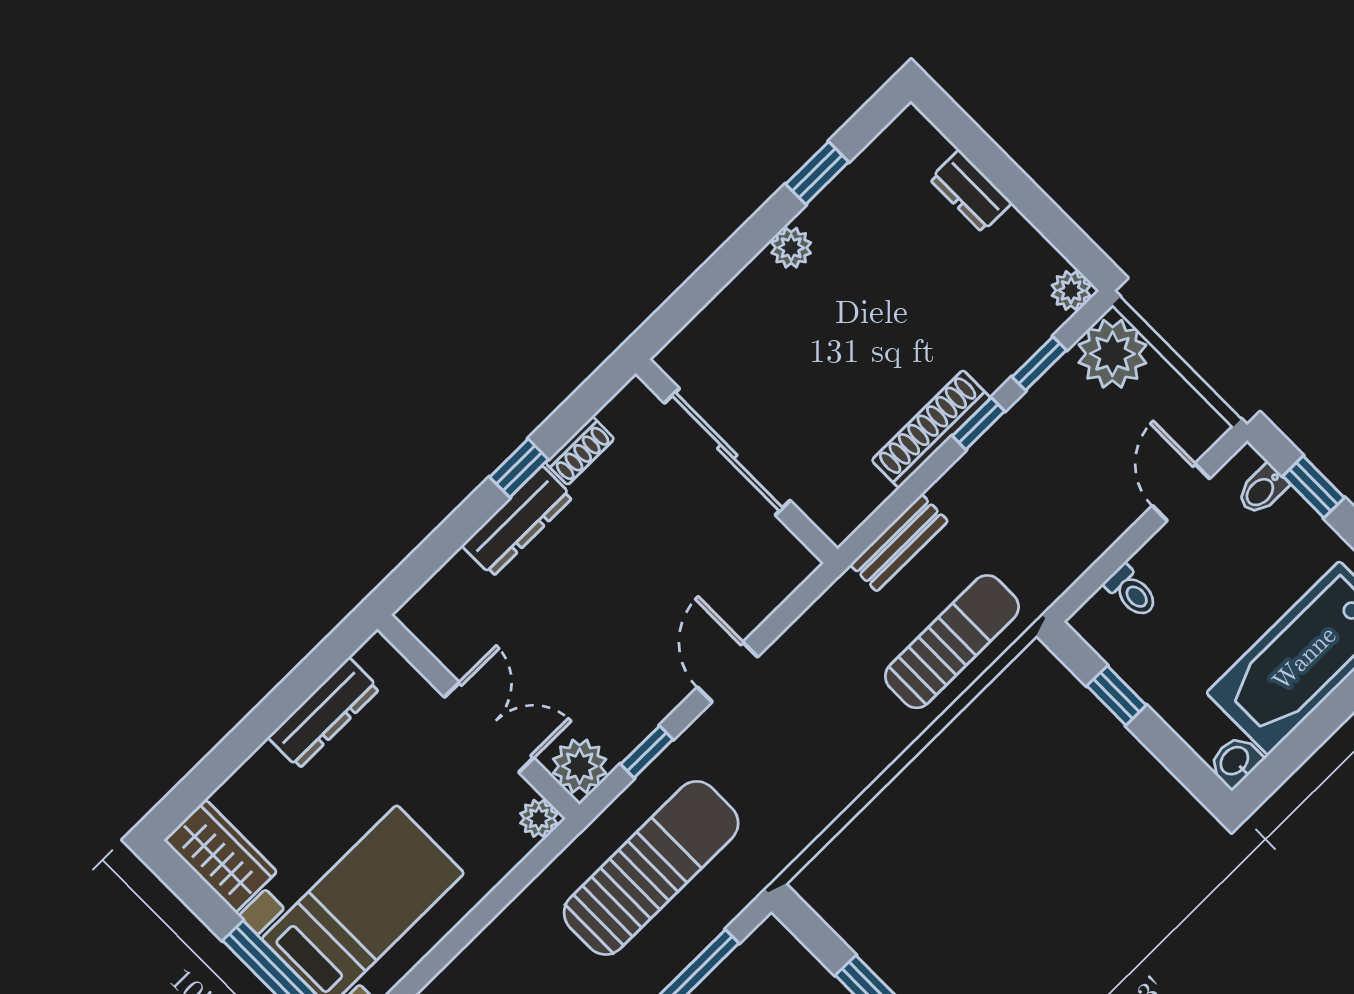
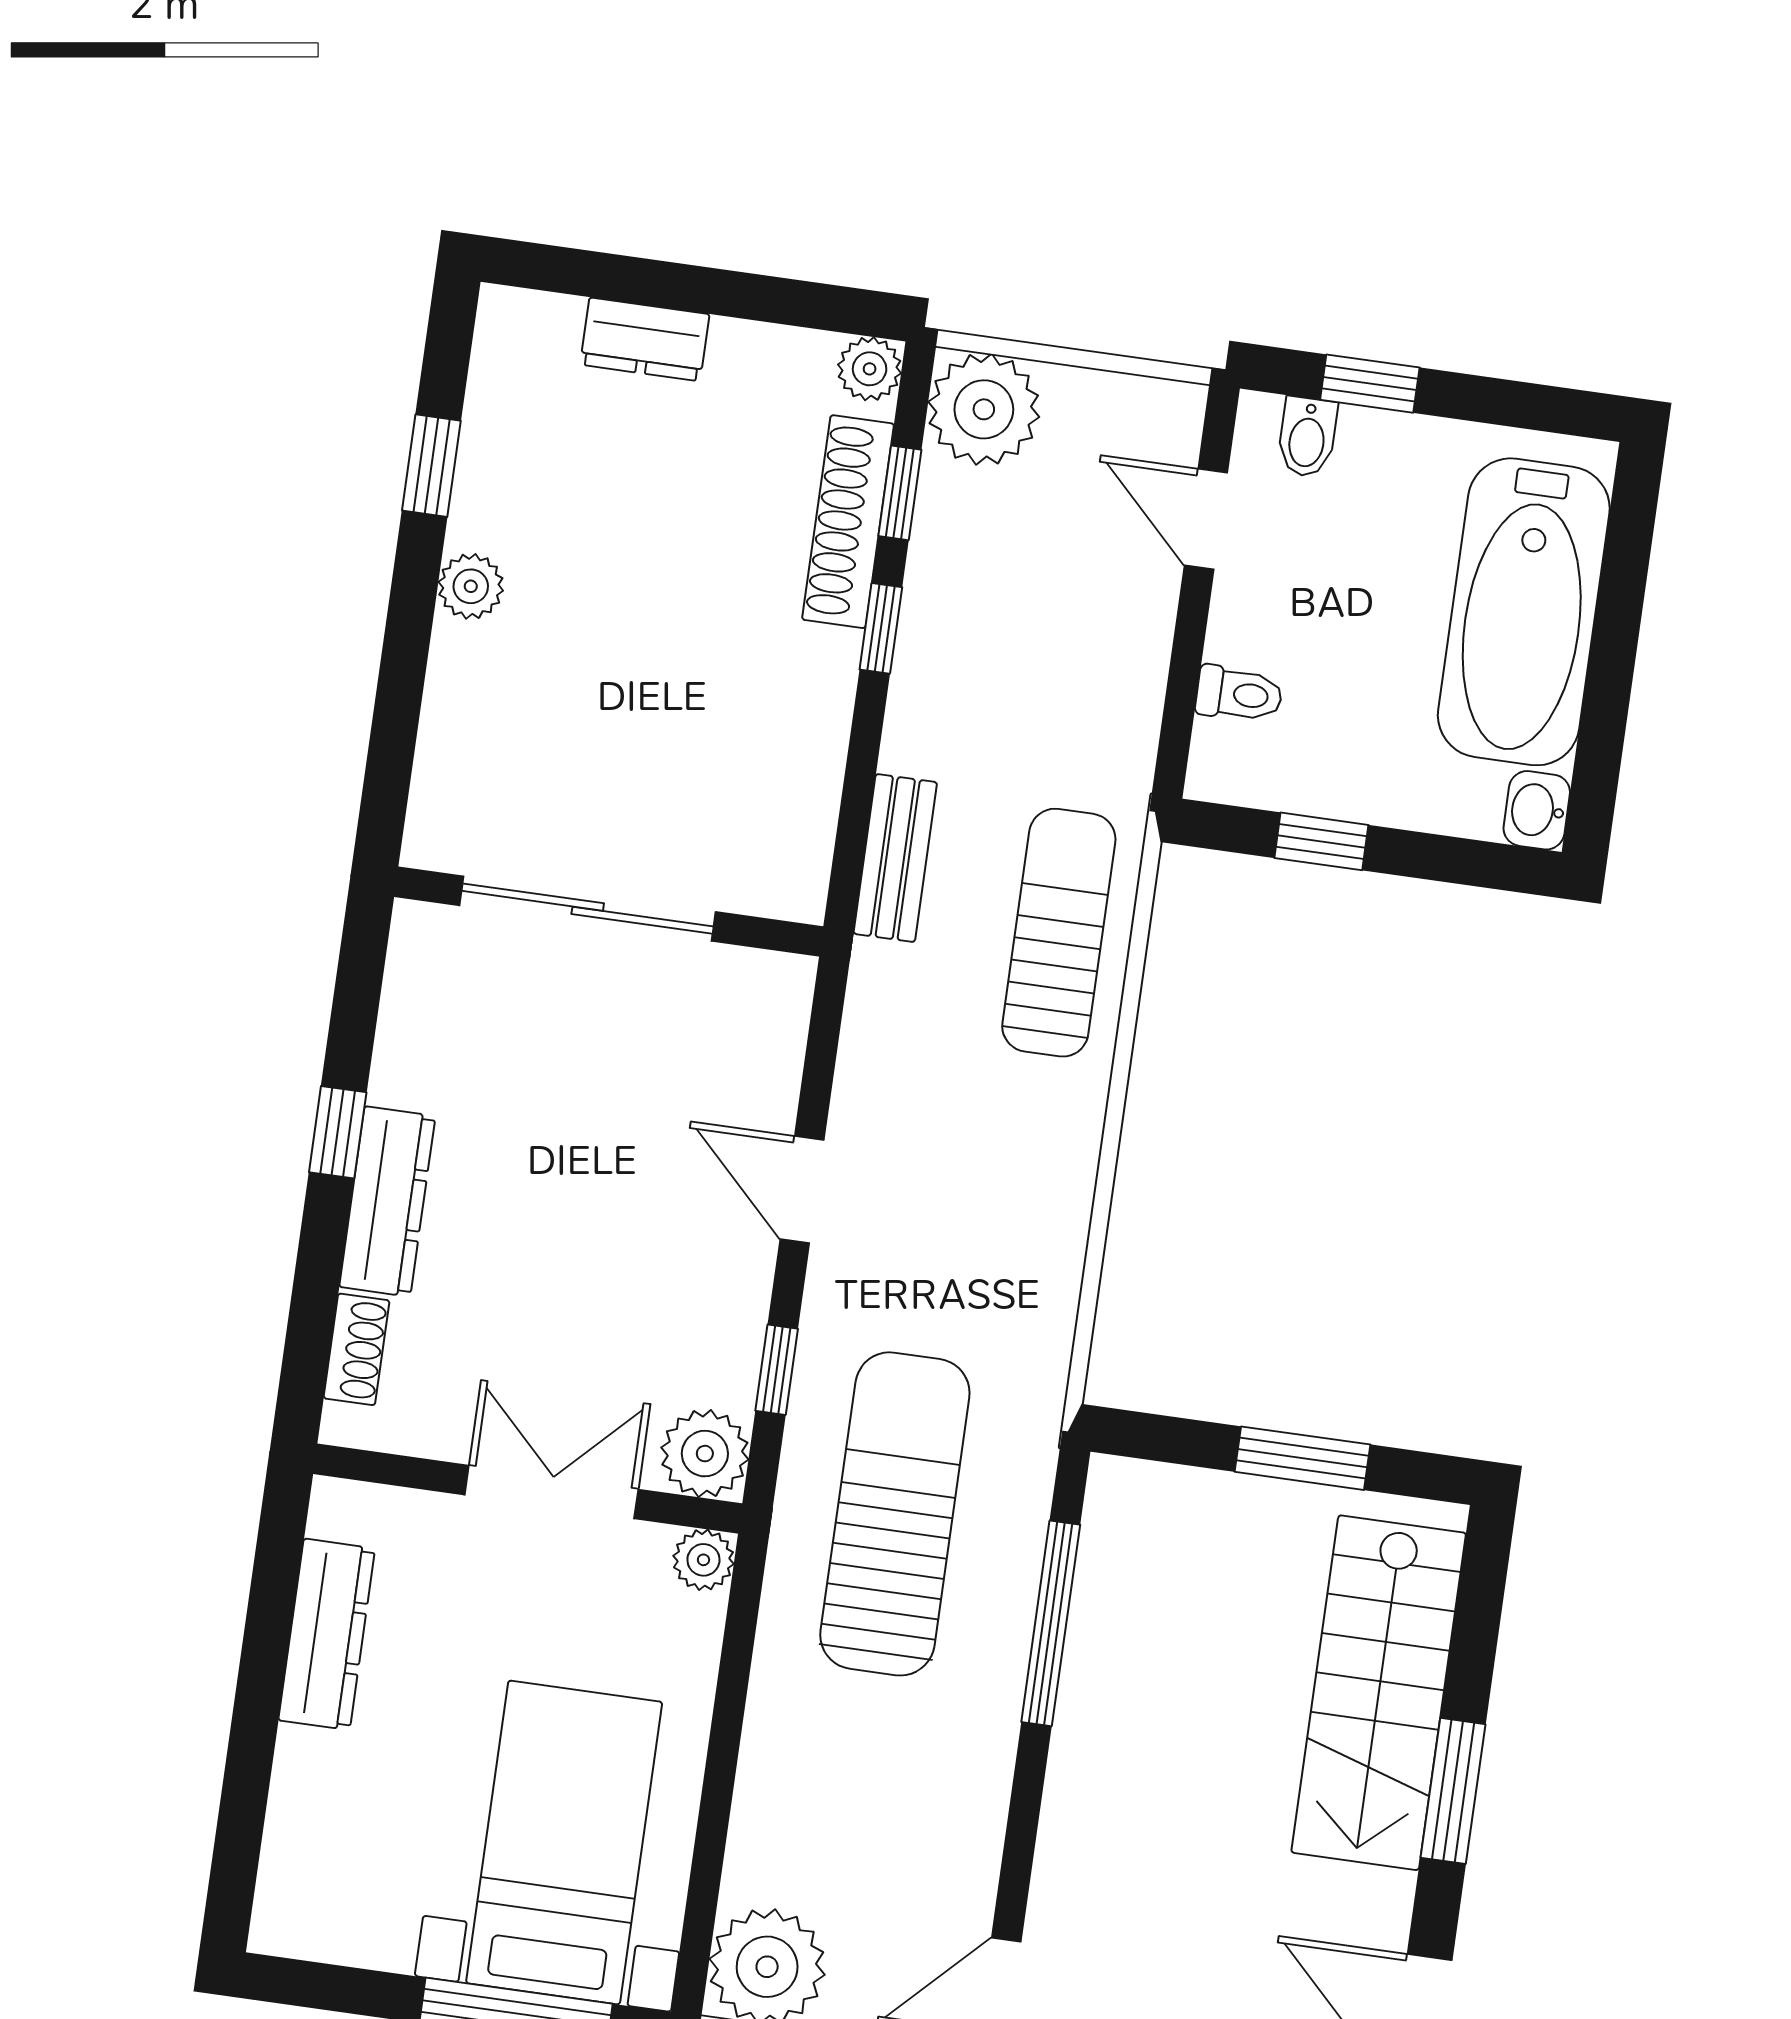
shoe rack: (931, 429) -> (848, 522), moved
shoe rack: (580, 451) -> (357, 1349), moved
wardrobe: (221, 856) -> (335, 1917), removed

